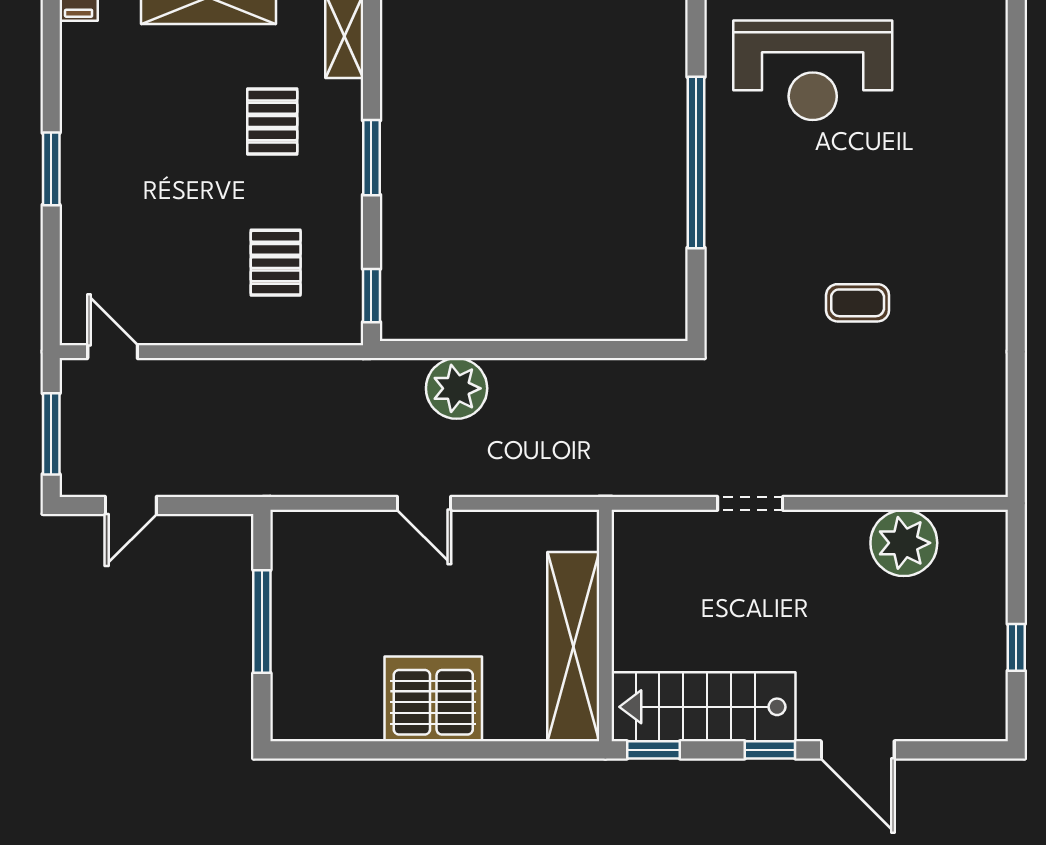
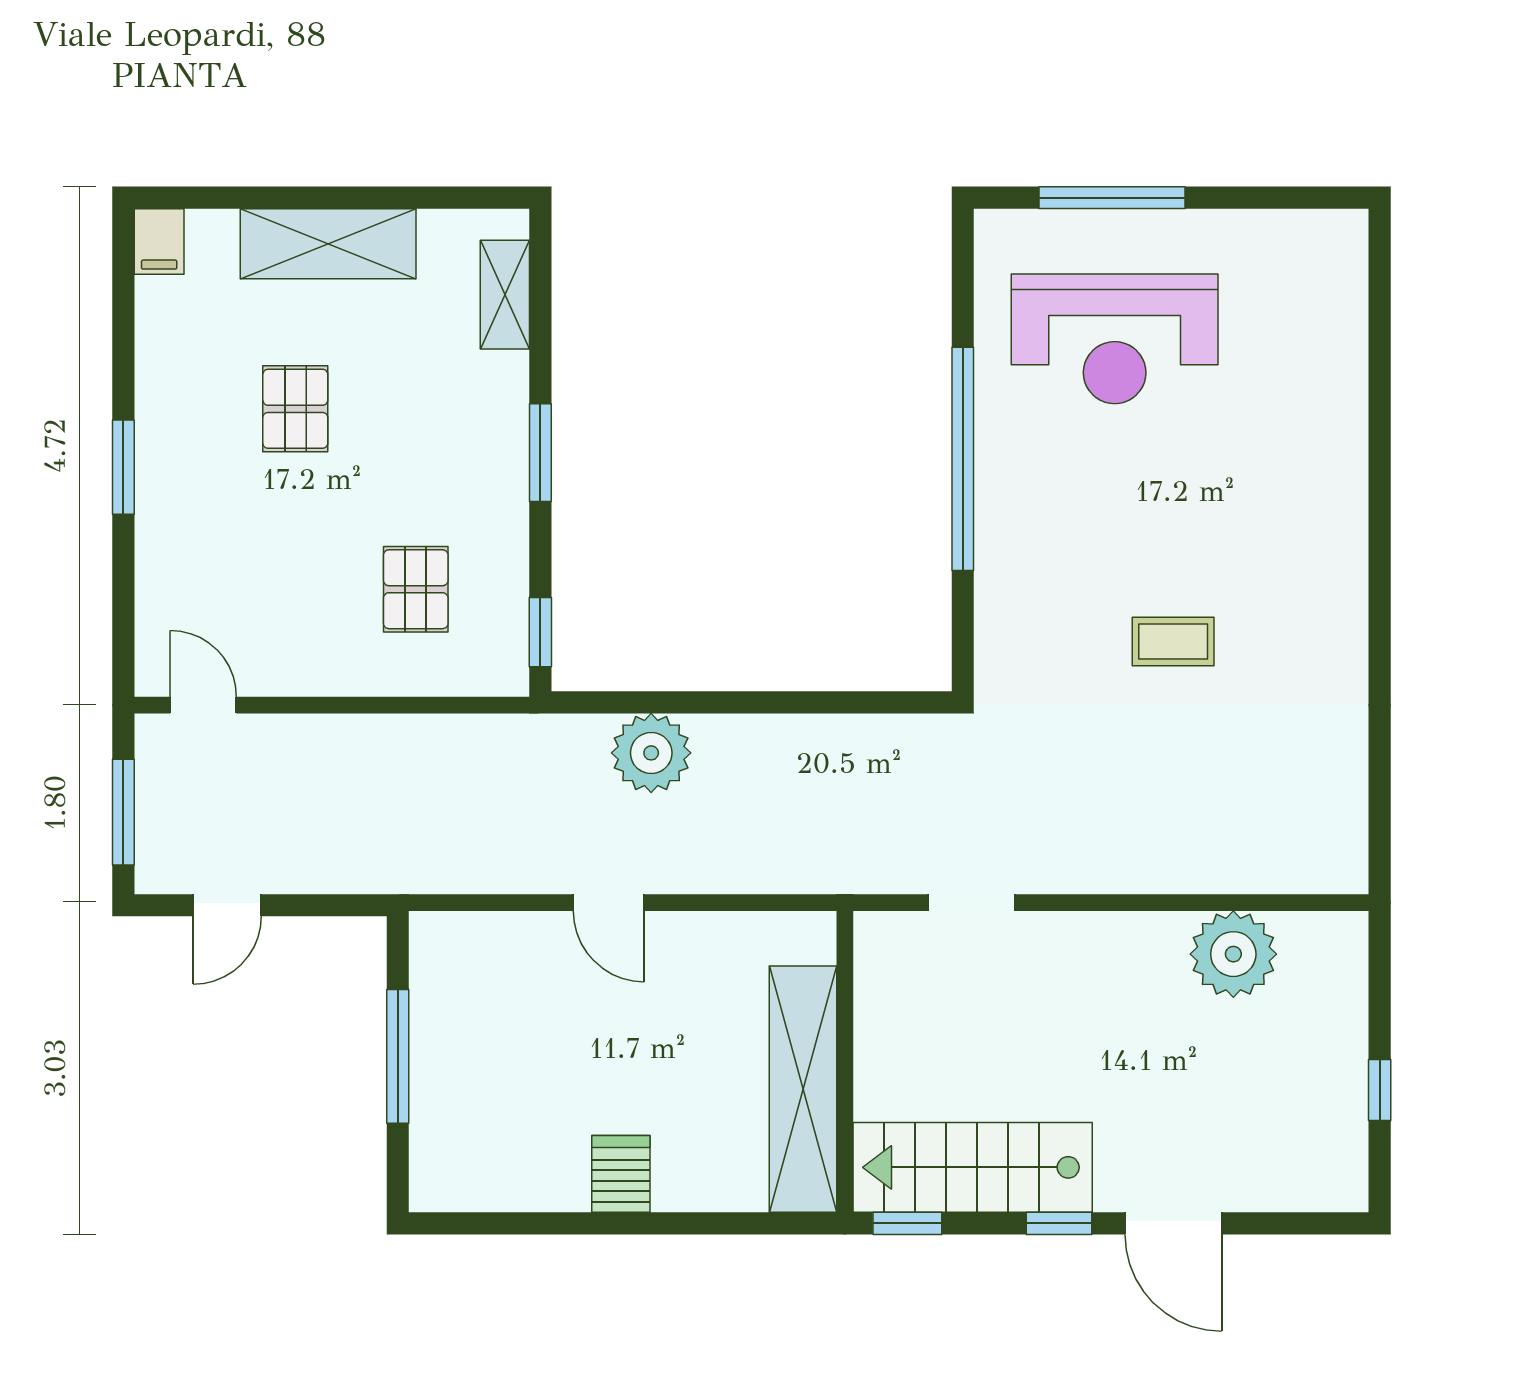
pallet: (272, 121) -> (295, 409), moved
doorway: (750, 503) -> (972, 903), moved
server rack: (433, 699) -> (621, 1174), width x0.46, depth x0.70

